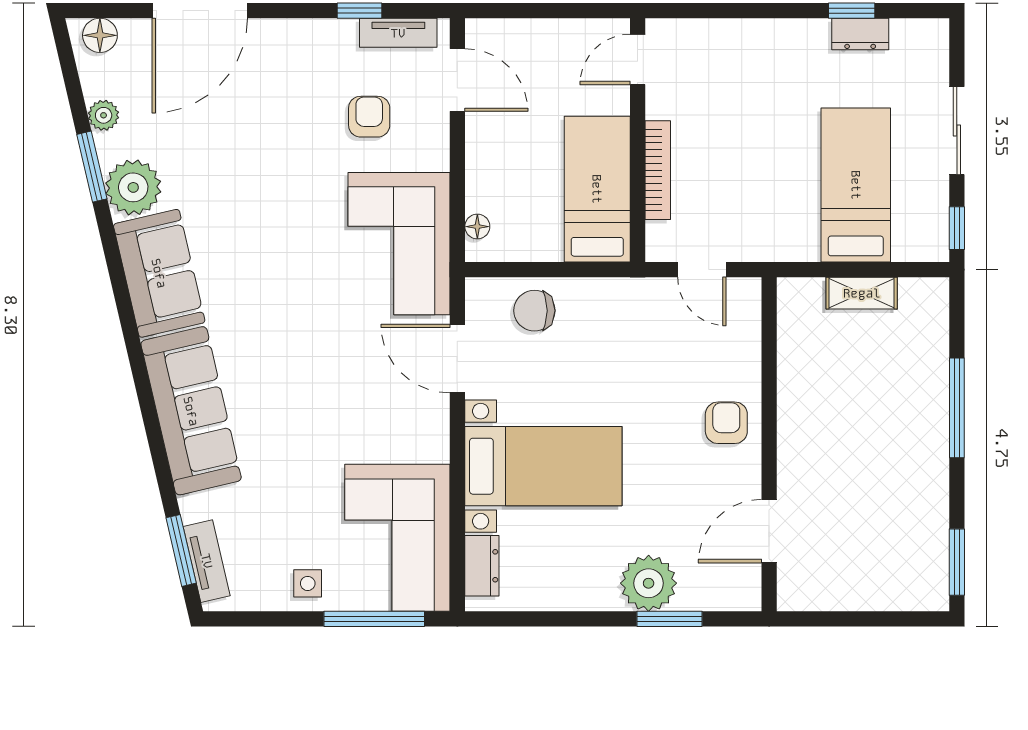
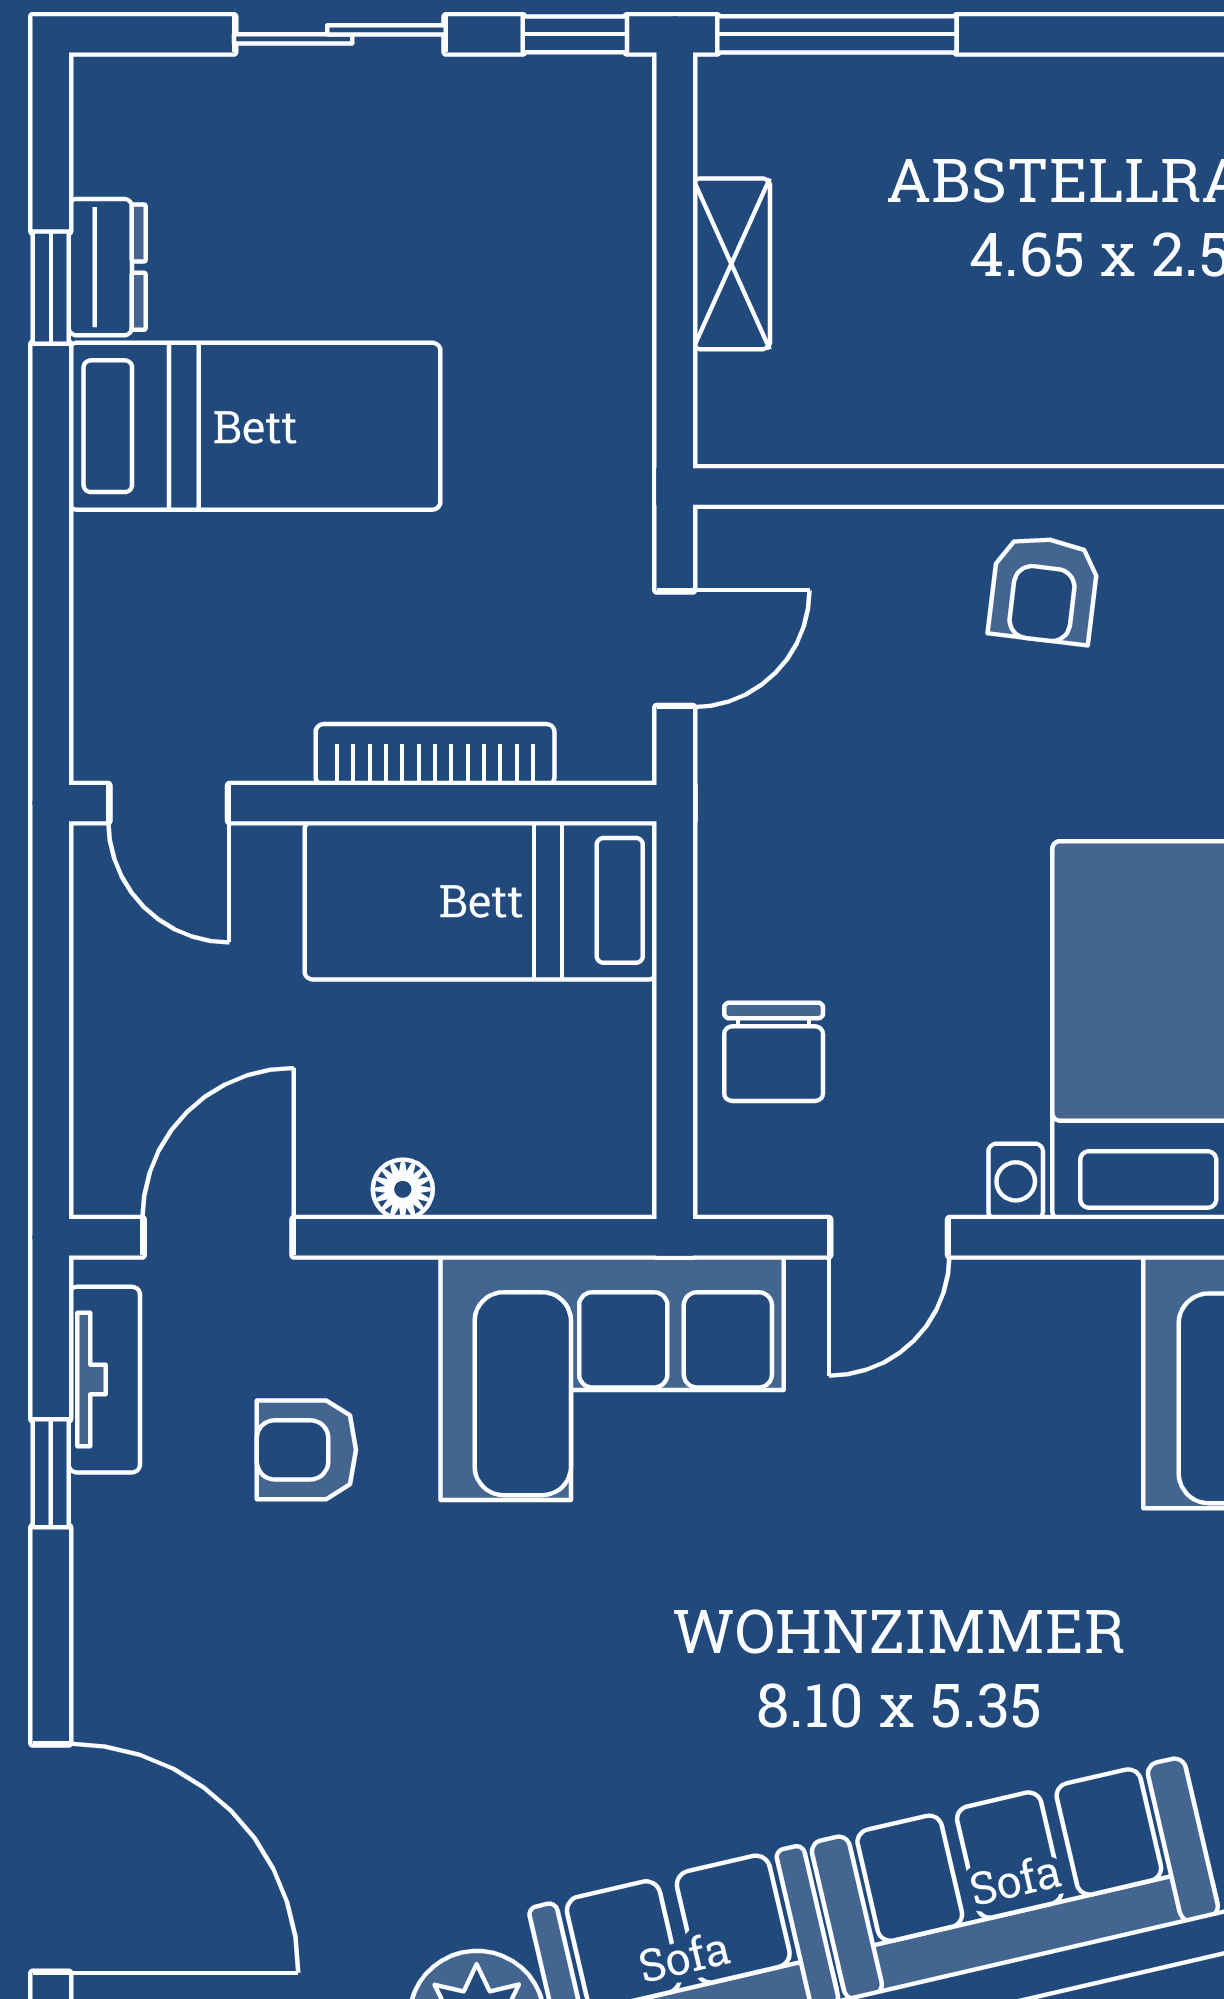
bed: (856, 185) -> (255, 426), moved, turned 180
floor lamp: (477, 227) -> (403, 1189), moved
door: (457, 359) -> (889, 1237), width x0.73
window: (957, 408) -> (837, 34), moved
armchair: (726, 423) -> (1044, 590), turned -83

